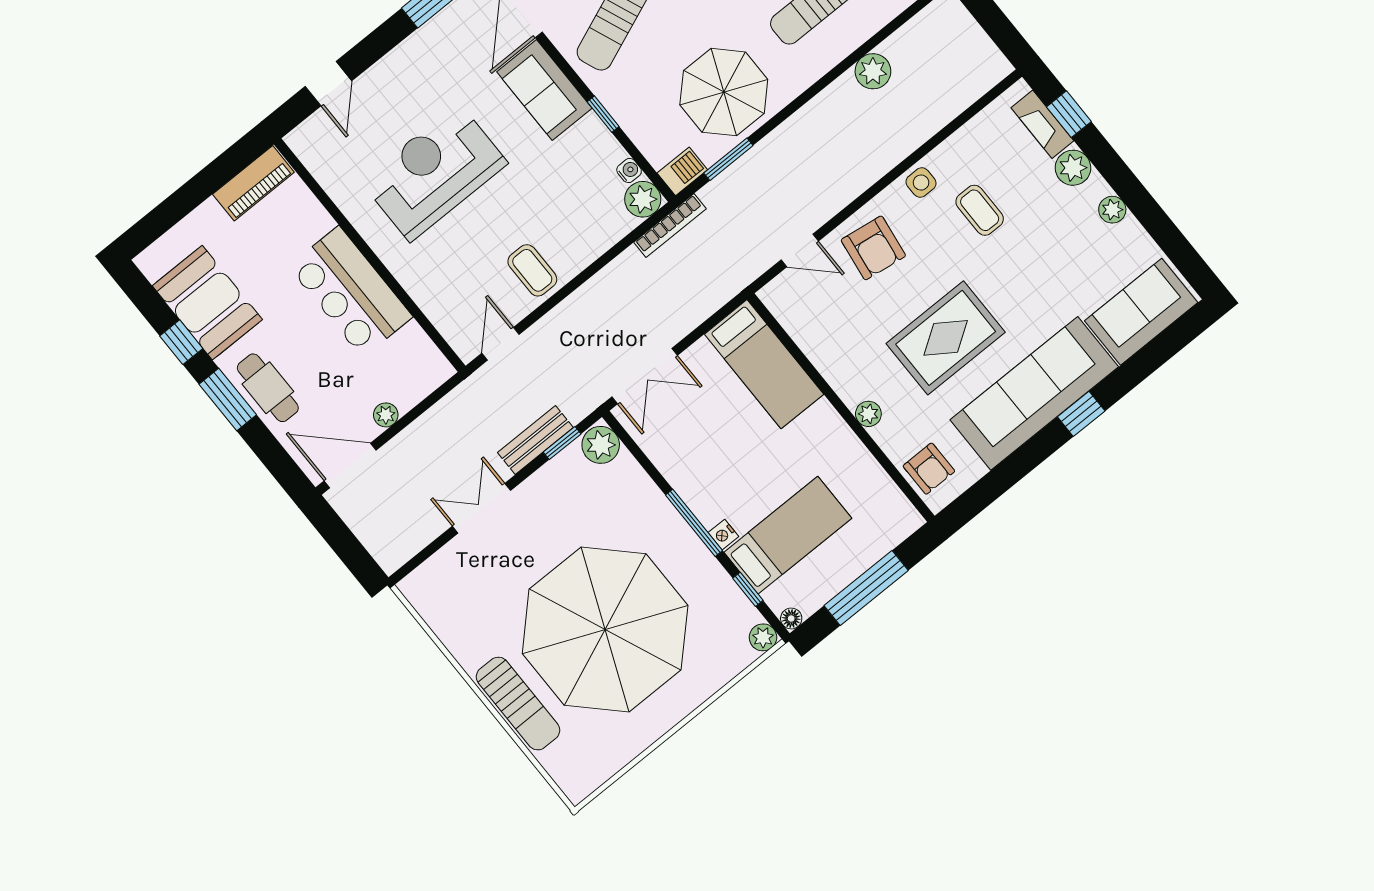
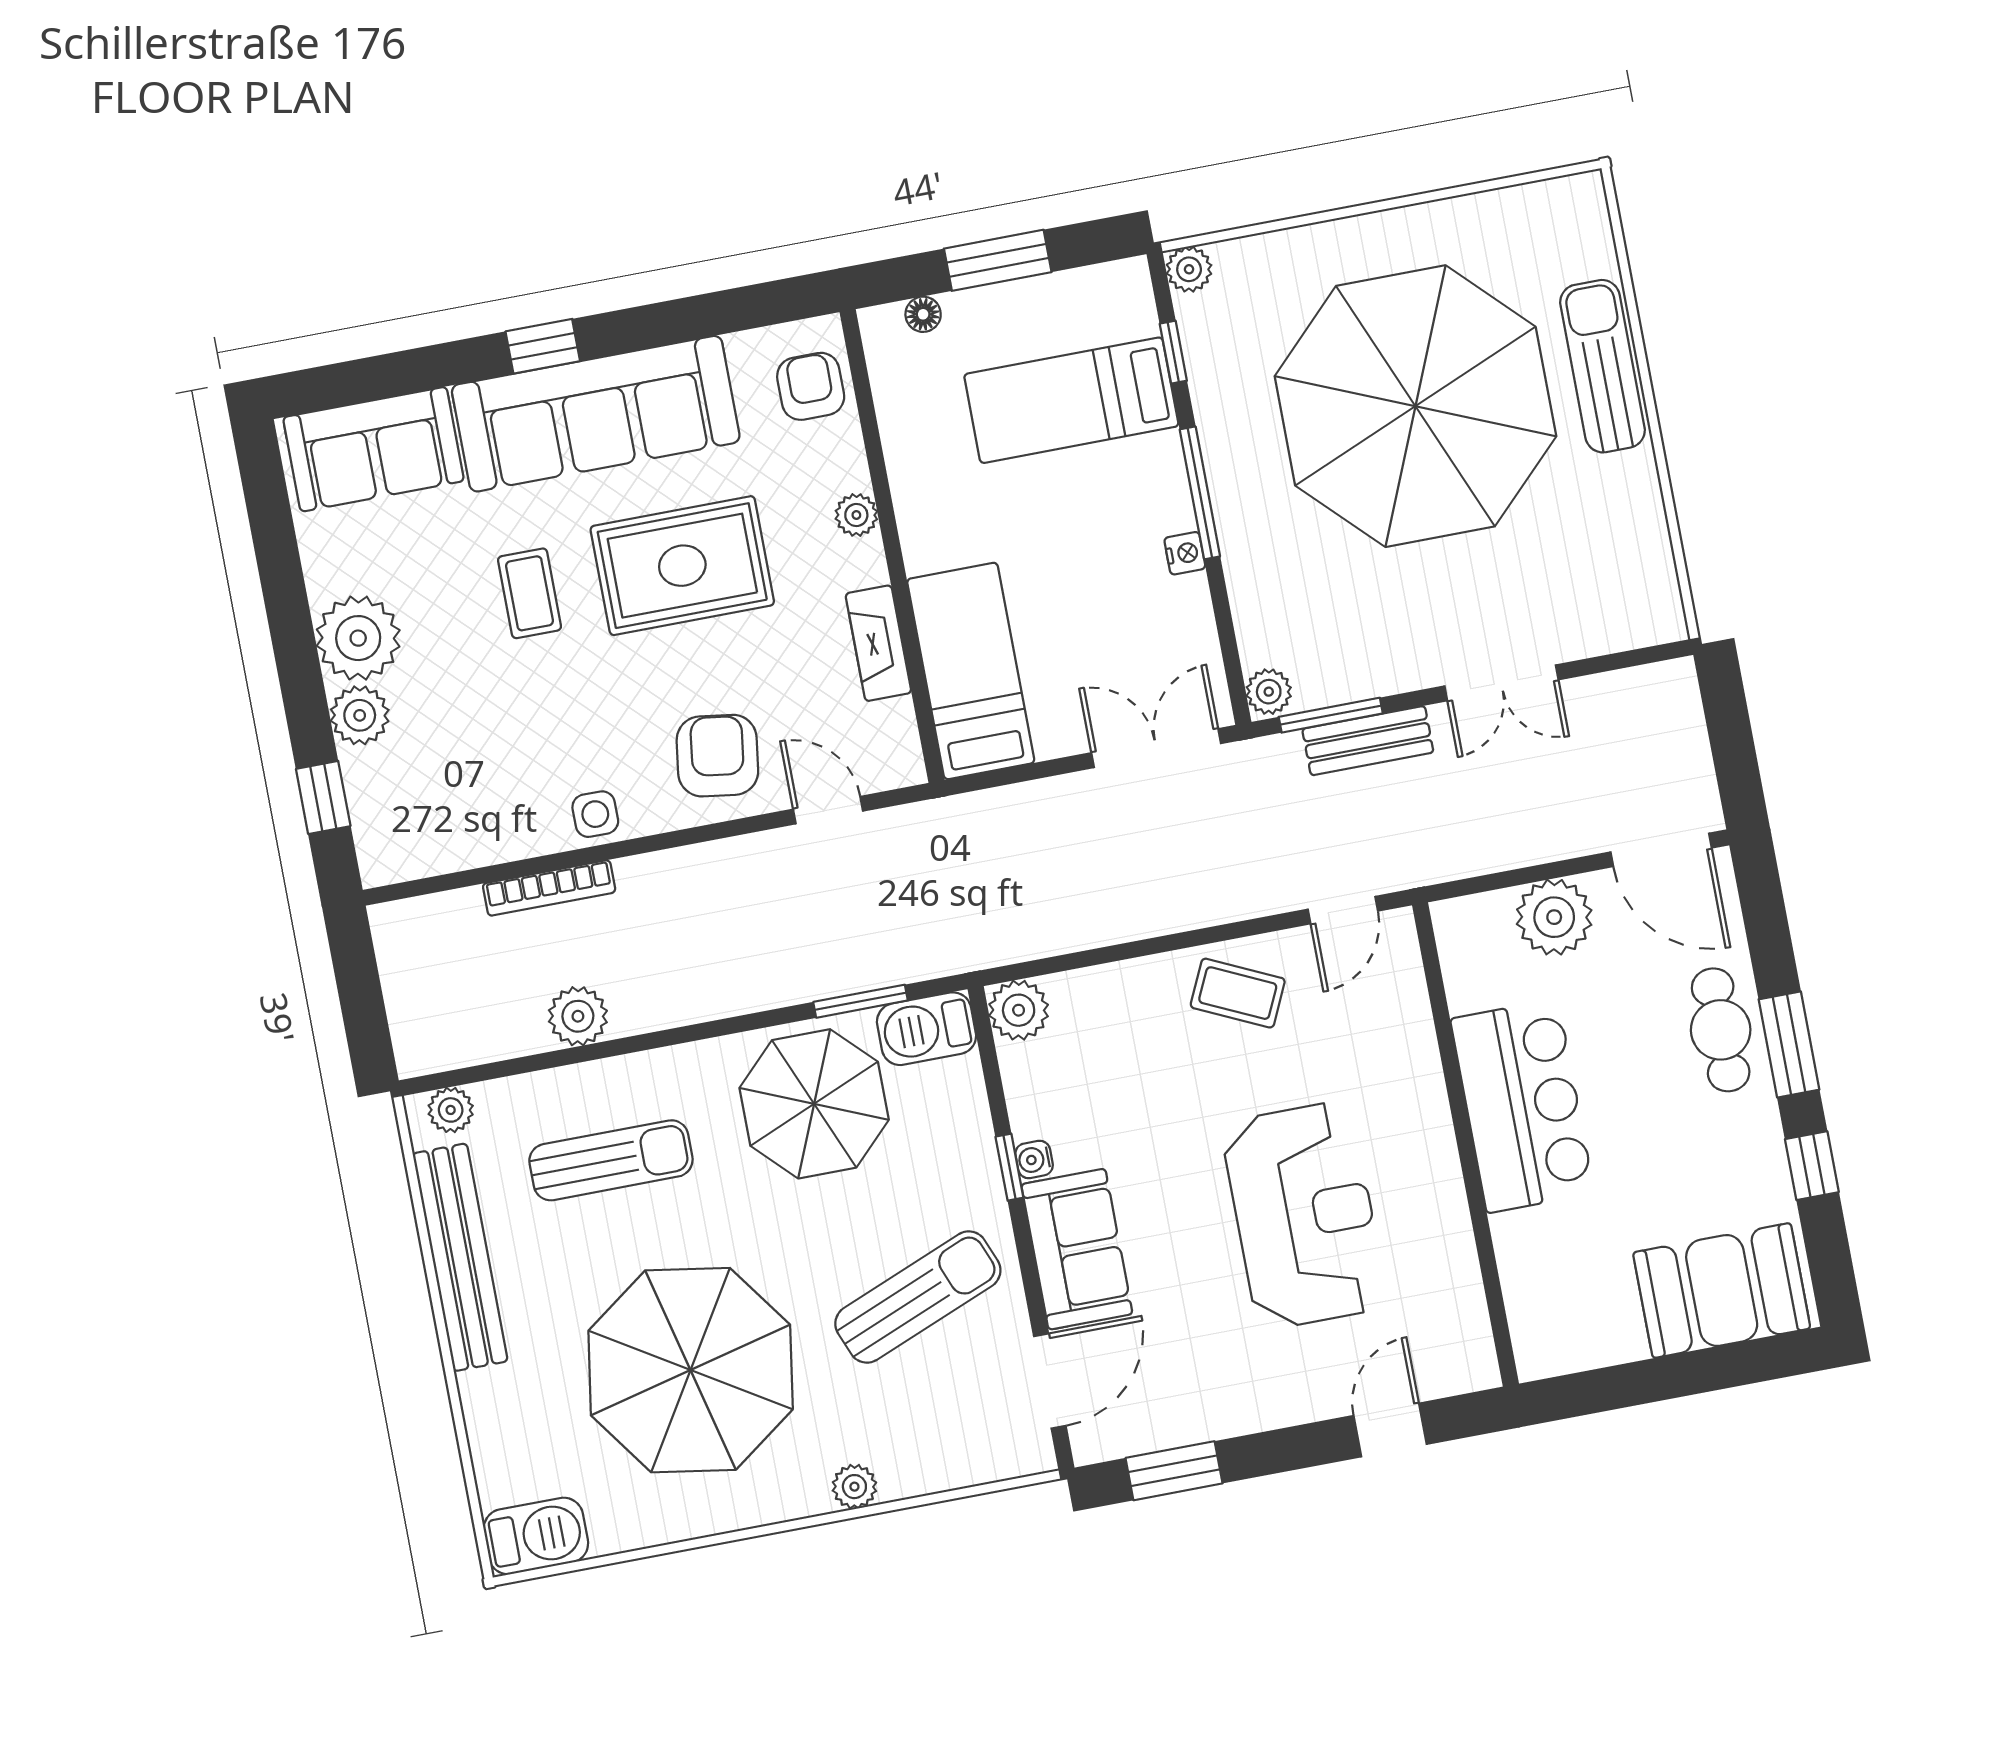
fireplace: (1042, 124) -> (878, 643), moved, turned 180
water cooler: (629, 171) -> (1034, 1159), moved
barbecue: (682, 171) -> (927, 1029), width x1.38, depth x1.27
reception desk: (434, 172) -> (1304, 1215), turned -90
piano: (253, 183) -> (1579, 1343), removed
coffee table: (980, 210) -> (530, 593), moved
plant: (1112, 210) -> (358, 638), width x1.87, depth x1.87
bookcase: (670, 226) -> (549, 888), moved, turned 180
coffee table: (532, 270) -> (1238, 993), turned -65
booth: (207, 303) -> (1722, 1290), moved, turned 90
plant: (386, 415) -> (1554, 917), width x1.88, depth x1.88
window: (562, 443) -> (1331, 715), width x1.50
plant: (601, 445) -> (1269, 692), width x0.73, depth x0.73
nightstand: (723, 535) -> (1185, 553), moved
window: (866, 588) -> (998, 260), width x0.69
floor lamp: (791, 619) -> (923, 314), moved

